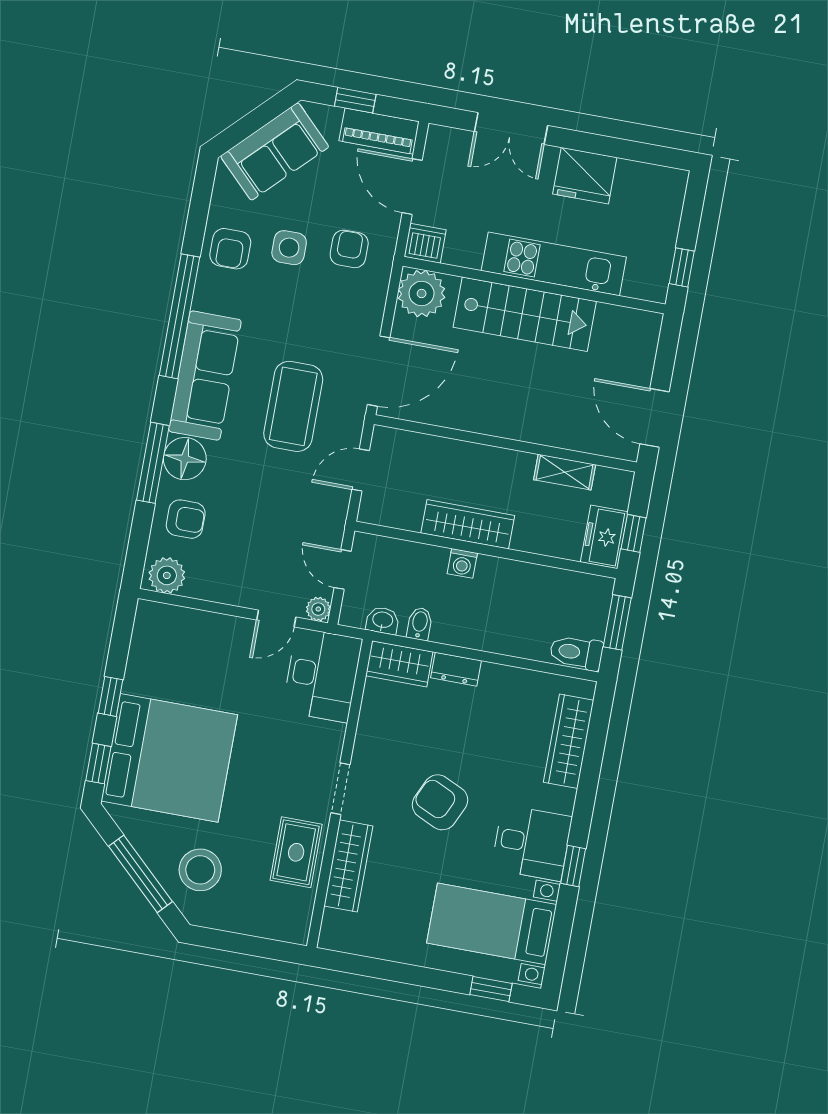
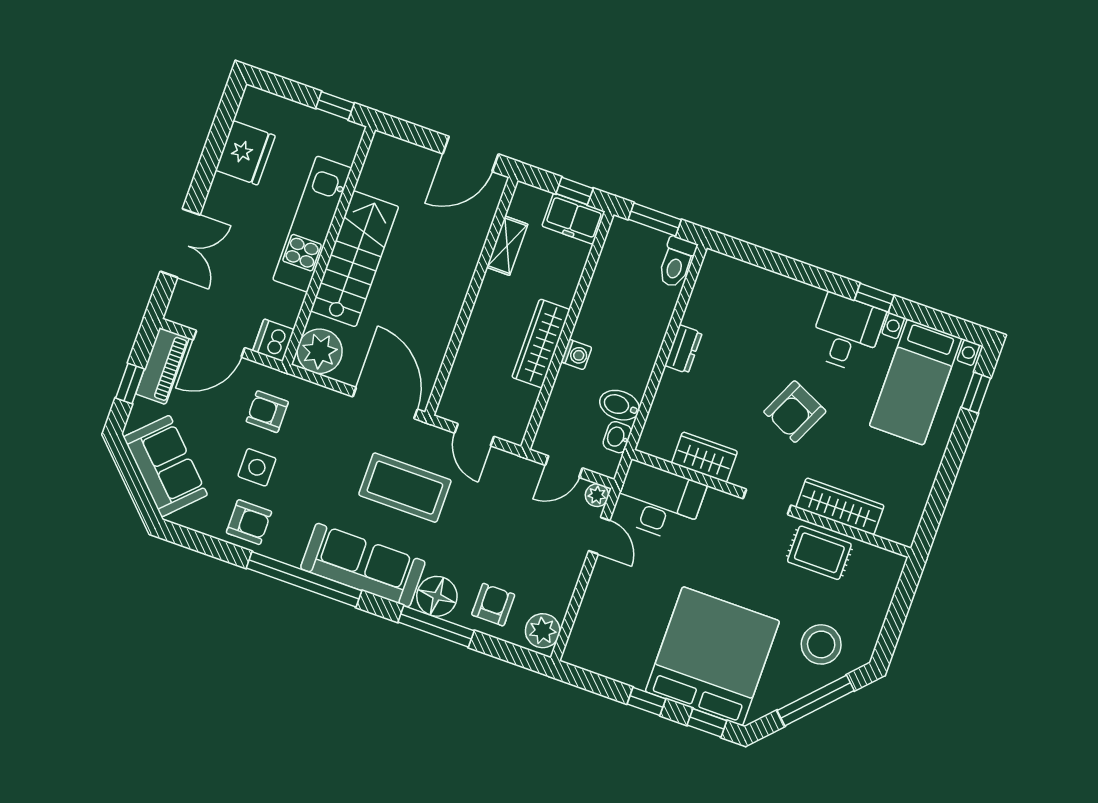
fridge: (585, 176) -> (245, 153), moved
bidet: (420, 624) -> (620, 405), width x1.38, depth x1.36
wardrobe: (399, 664) -> (705, 457), moved, turned -90
dresser: (456, 669) -> (683, 349), moved
wardrobe: (569, 741) -> (758, 283), removed

